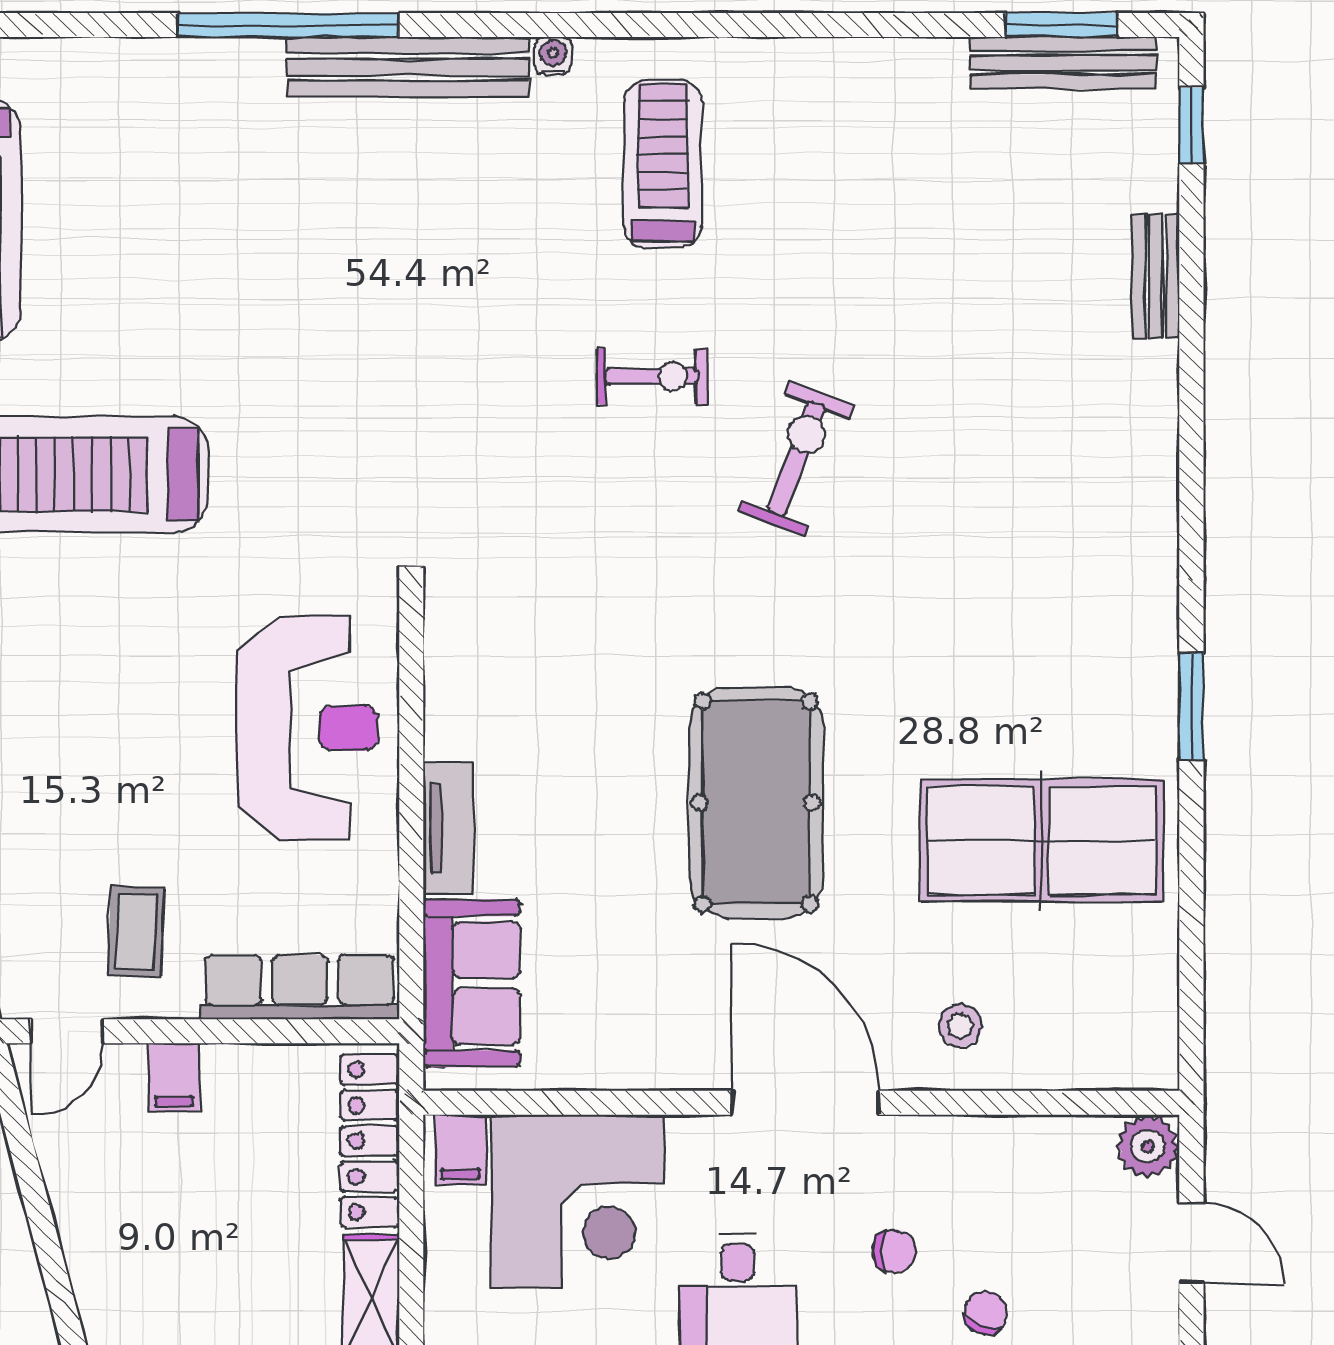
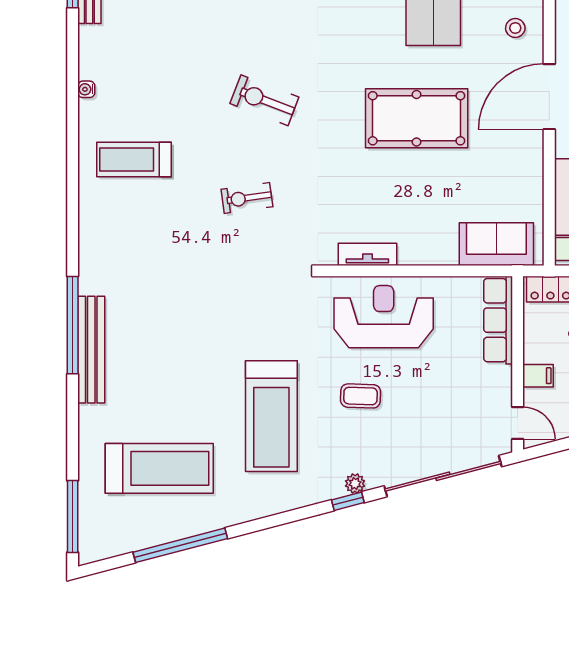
water cooler: (553, 56) -> (86, 89), moved
bench: (408, 67) -> (91, 350), moved
exercise bike: (652, 376) -> (247, 198), moved, turned -98
tv unit: (448, 829) -> (367, 254), moved
coffee table: (136, 931) -> (361, 396), moved

